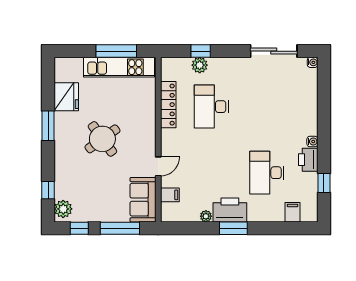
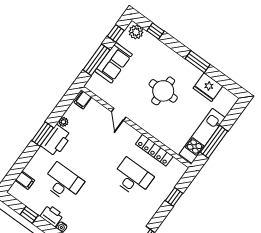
plant: (200, 65) -> (165, 189), removed
round table: (102, 139) -> (163, 91), turned 36
filing cabinet: (170, 195) -> (83, 100), moved
sofa: (143, 200) -> (114, 63), moved, turned 90

